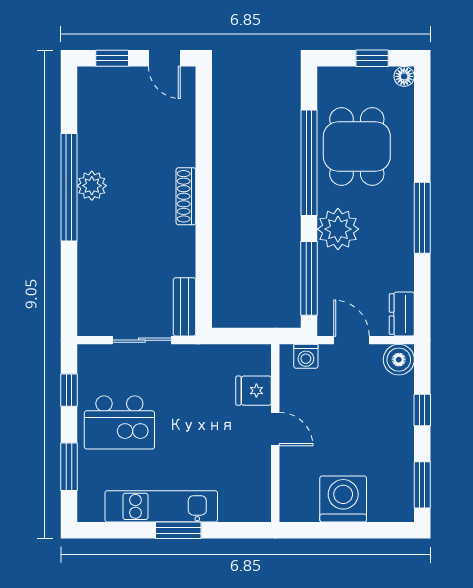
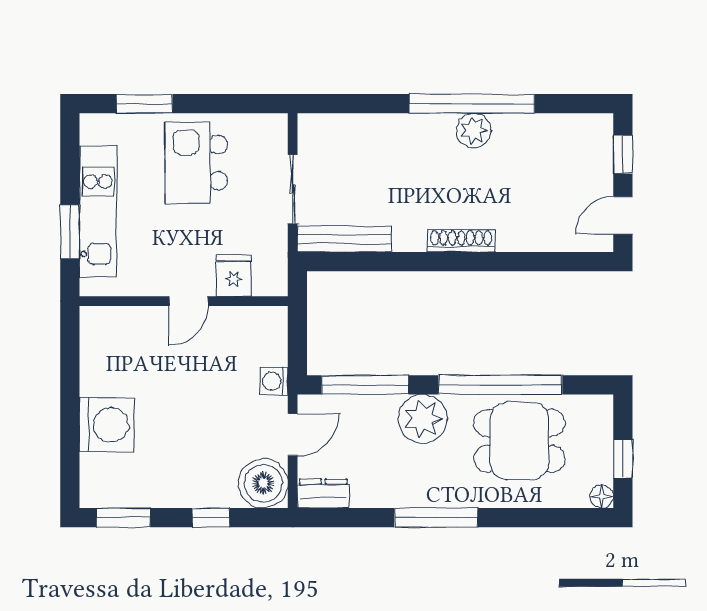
bench: (185, 307) -> (344, 239), width x1.36
boiler: (399, 360) -> (263, 483), width x1.37, depth x1.37
window: (69, 390) -> (234, 104), removed
fridge: (254, 391) -> (234, 276), moved
door: (275, 429) -> (189, 301), moved
wall: (275, 433) -> (184, 301), moved

